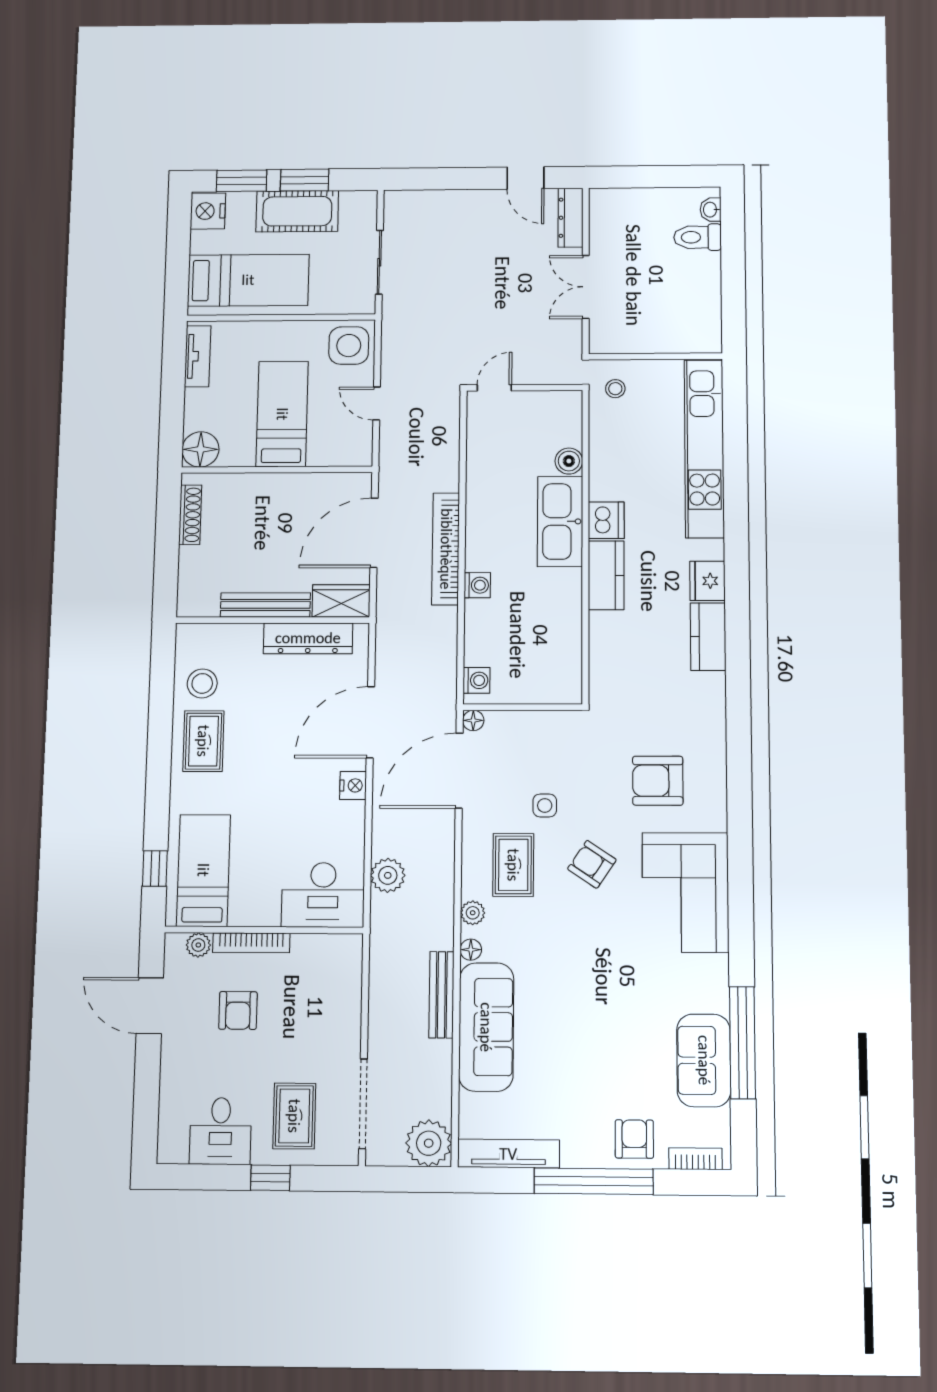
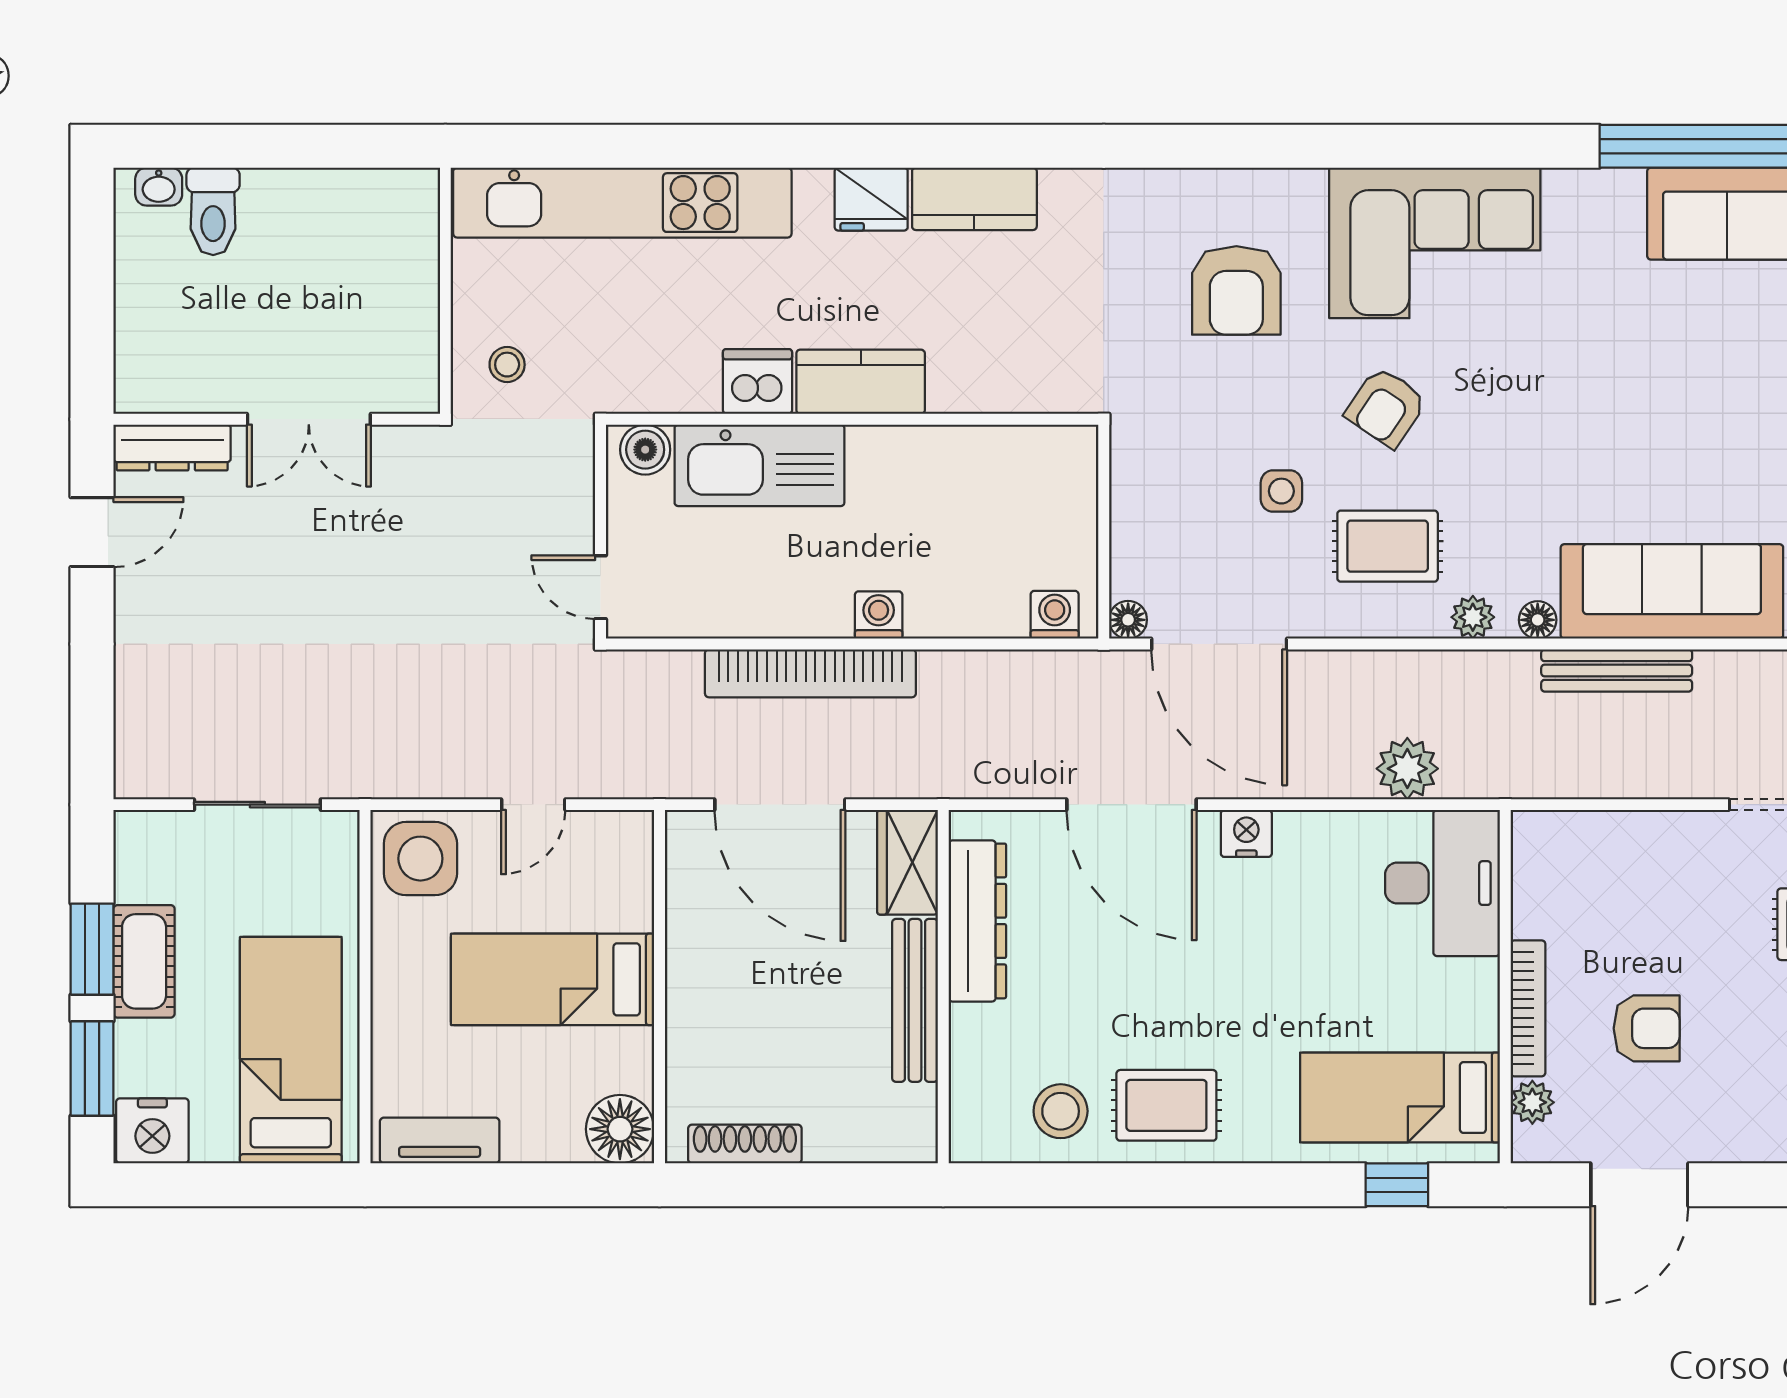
cot: (297, 211) -> (144, 961), width x0.73, depth x0.75
door: (494, 388) -> (601, 587), moved
wall: (525, 388) -> (601, 532), moved

